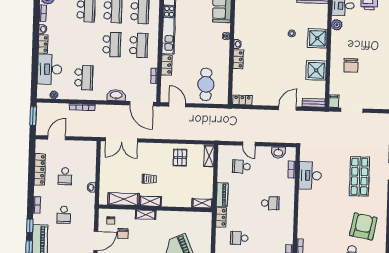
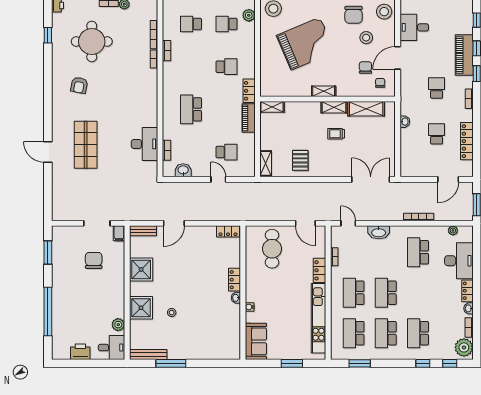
chair: (351, 65) -> (94, 260), moved
door: (141, 104) -> (348, 223), width x0.53
school desk: (270, 203) -> (191, 109), width x1.85
shelving: (146, 215) -> (324, 91), moved
armchair: (363, 226) -> (79, 85), width x0.53, depth x0.53

